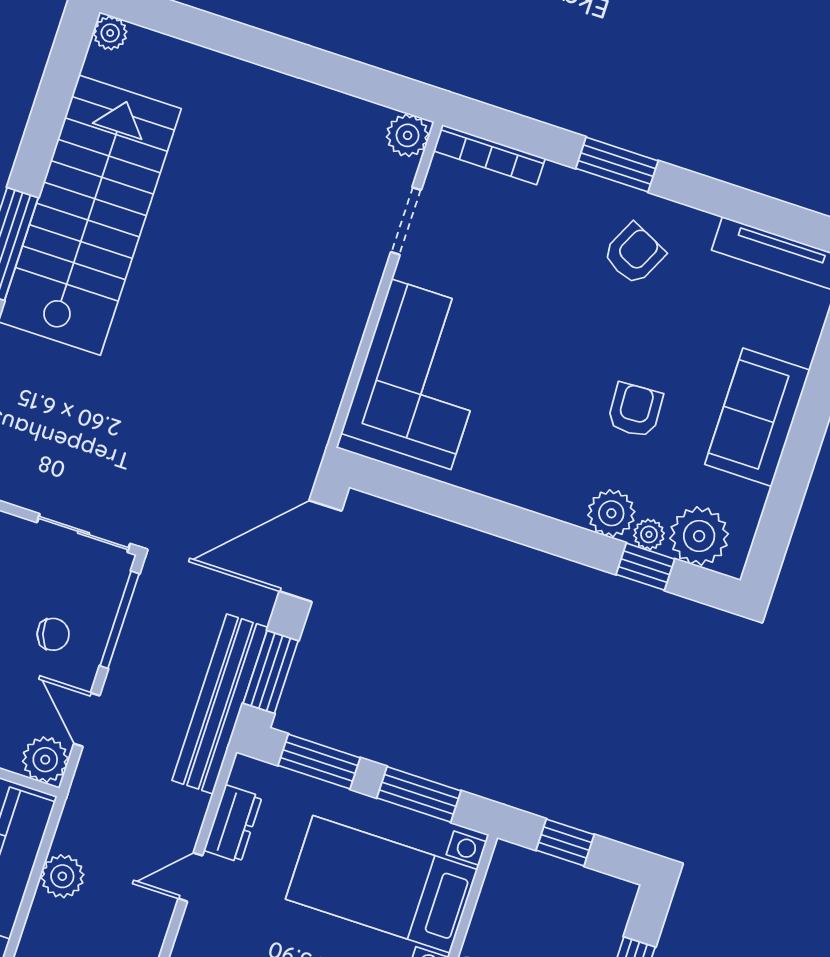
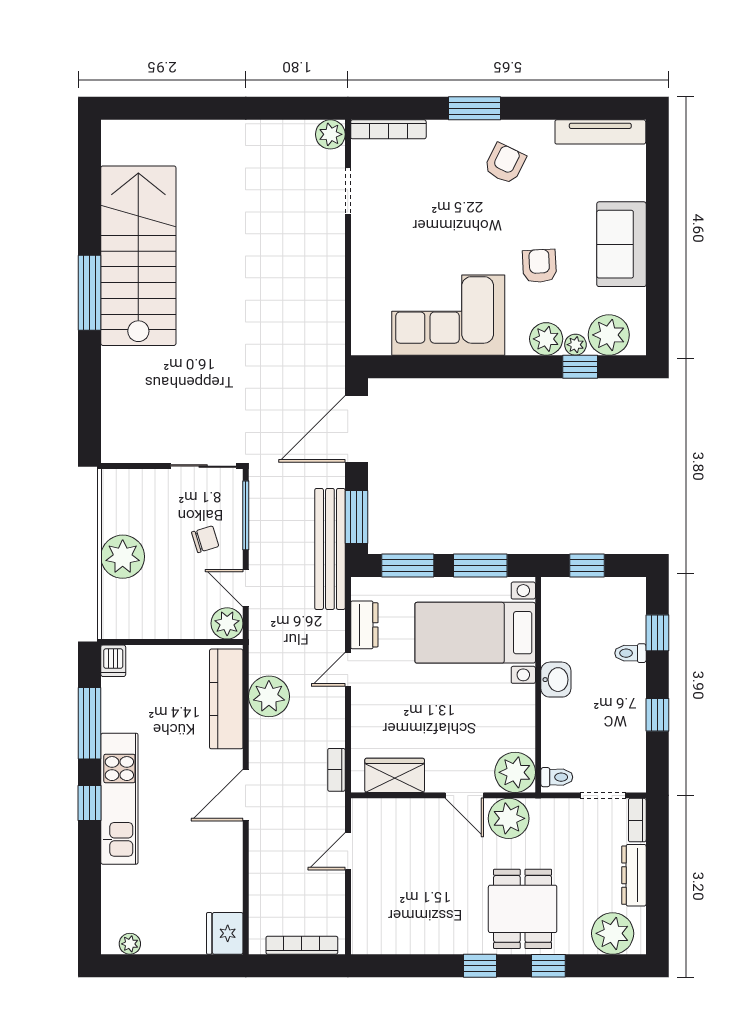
plant: (110, 33) -> (113, 131), removed
corner sofa: (421, 374) -> (448, 315), moved, turned -90
plant: (62, 876) -> (269, 696), width x1.36, depth x1.36

